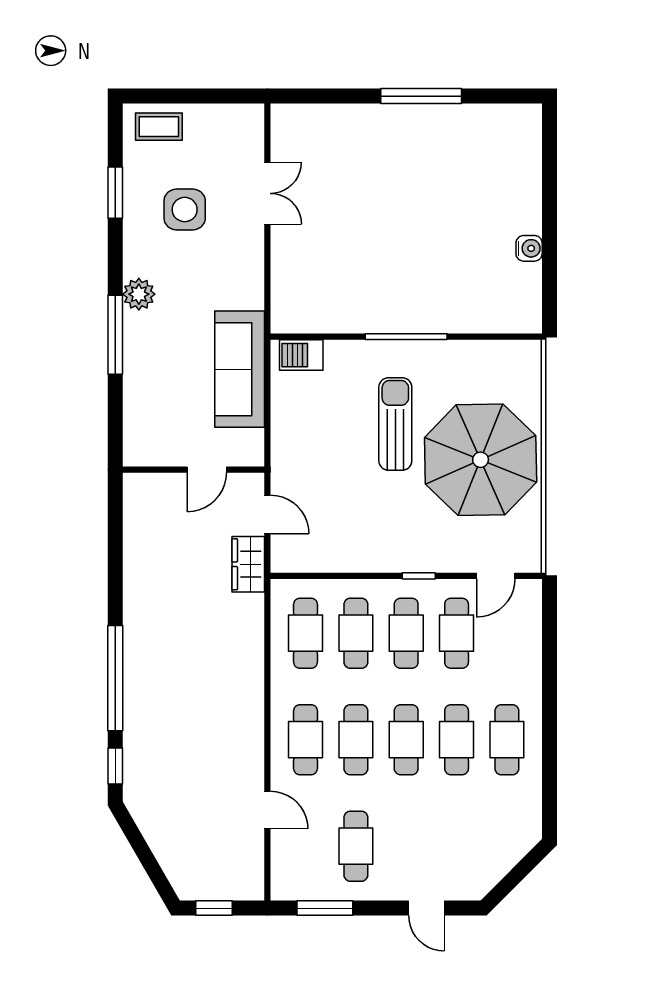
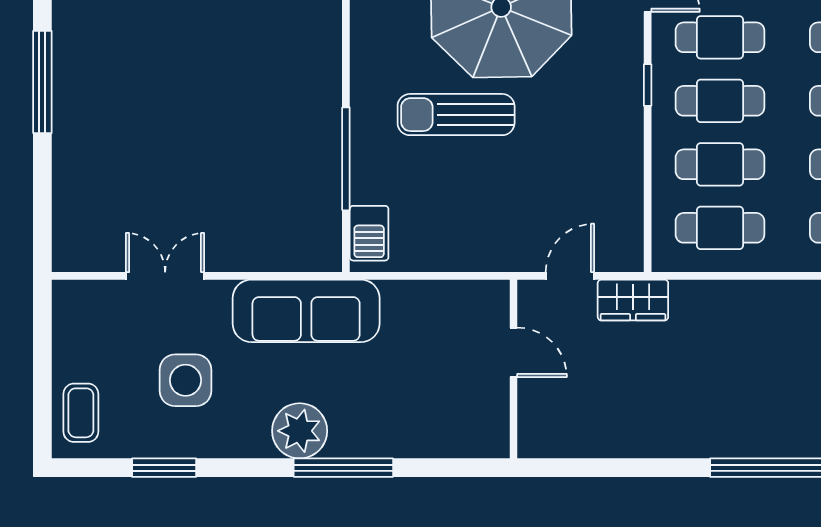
plant: (139, 294) -> (300, 431), width x1.36, depth x1.36
window: (406, 337) -> (346, 159), moved
sofa: (240, 369) -> (306, 311), moved

